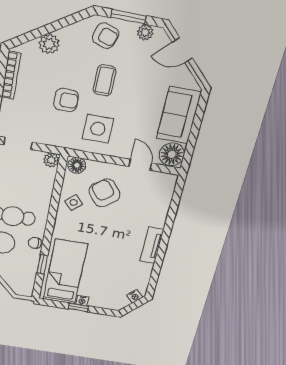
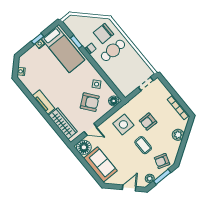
plant: (51, 160) -> (126, 92), removed
wardrobe: (161, 203) -> (63, 124), added

